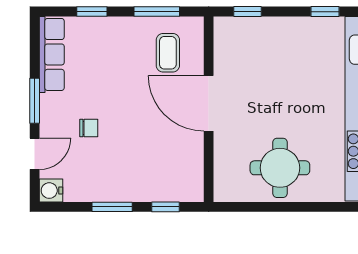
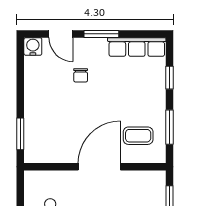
window: (112, 207) -> (20, 93), removed
window: (165, 207) -> (20, 134), width x1.50

